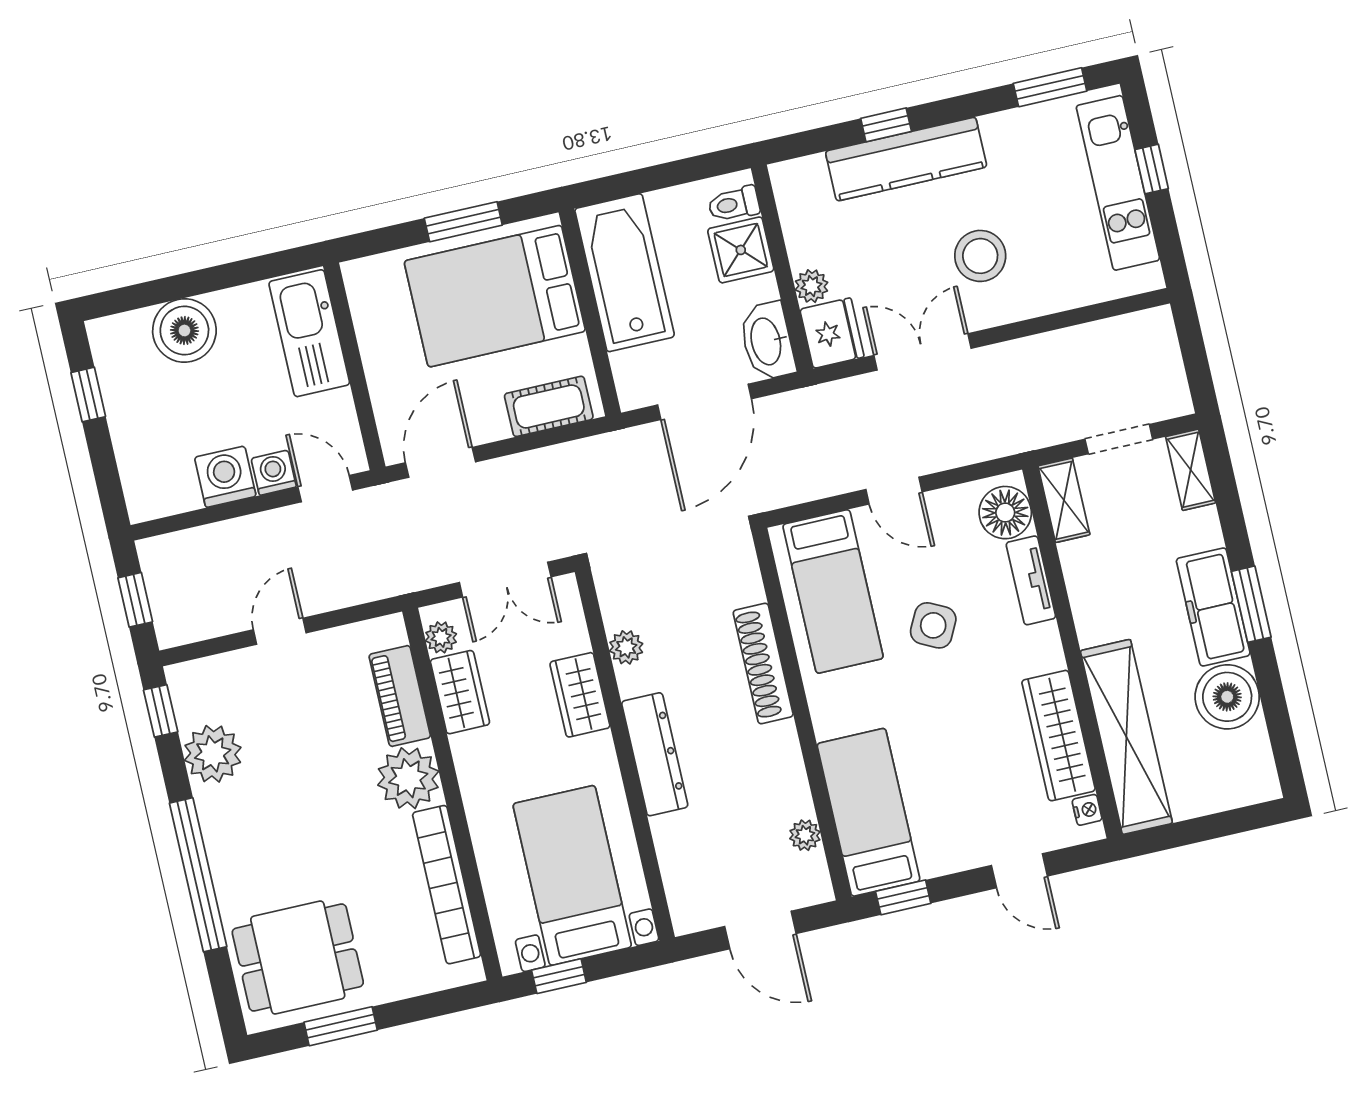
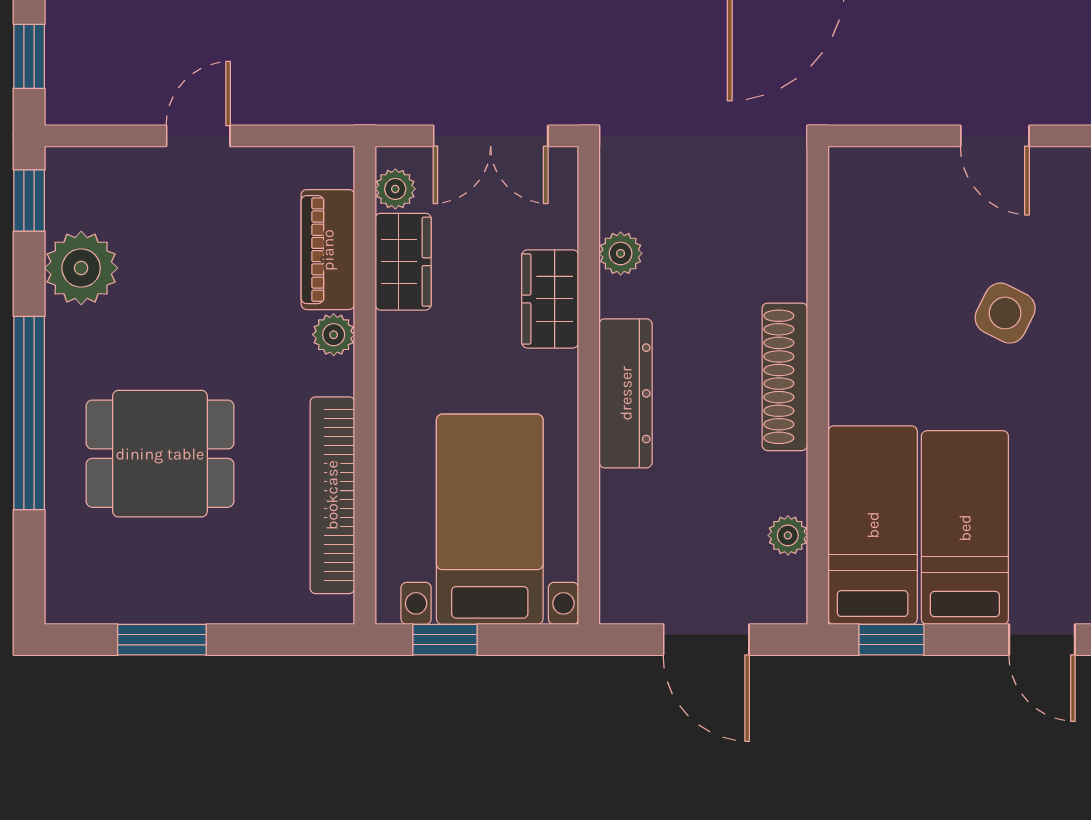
bed: (833, 591) -> (965, 528), moved, turned 180
shoe rack: (763, 663) -> (785, 377), moved
plant: (408, 778) -> (334, 335), width x0.53, depth x0.53
dining table: (298, 957) -> (160, 454), moved

